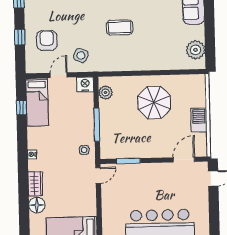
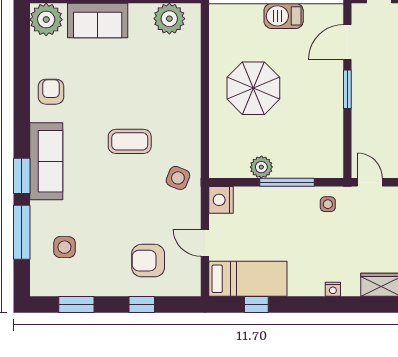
coffee table: (120, 27) -> (130, 141), turned 90
side table: (81, 55) -> (178, 178), moved
plant: (105, 93) -> (261, 167), moved
door: (184, 160) -> (347, 42), hinge flipped
window: (128, 161) -> (347, 89), moved

